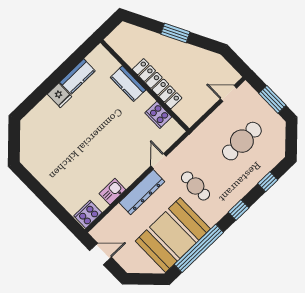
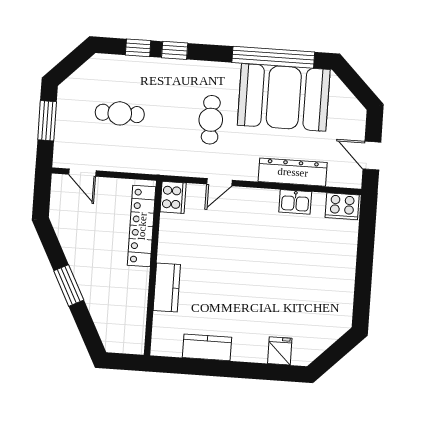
locker: (157, 84) -> (142, 226), moved
fridge: (60, 95) -> (280, 351), moved
cooker: (158, 115) -> (173, 197), moved
cafe table: (242, 141) -> (120, 113), width x0.73, depth x0.74
dresser: (142, 192) -> (293, 172), moved
window: (239, 210) -> (175, 50), moved

